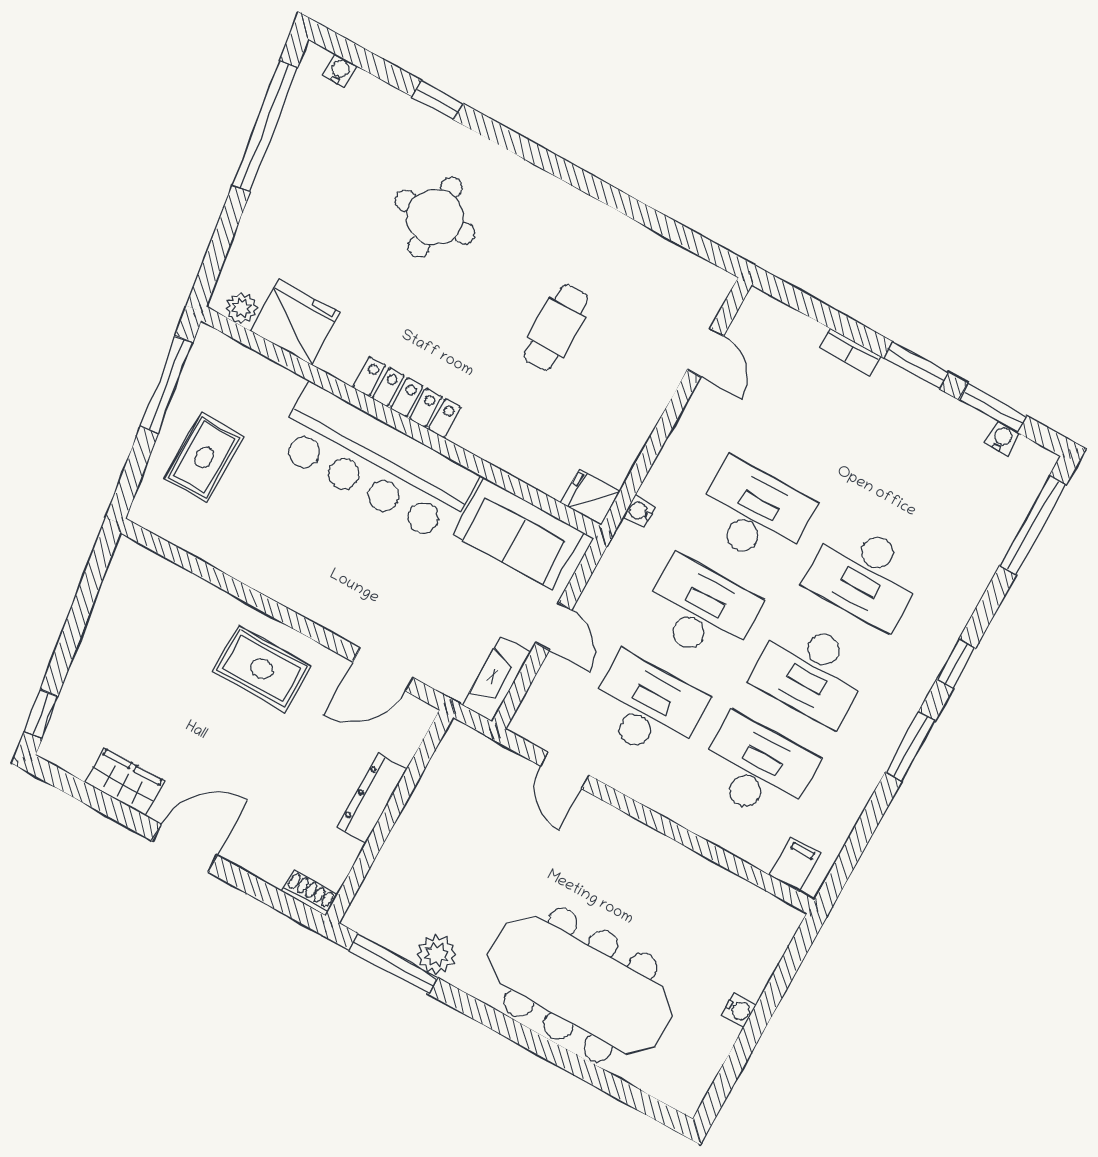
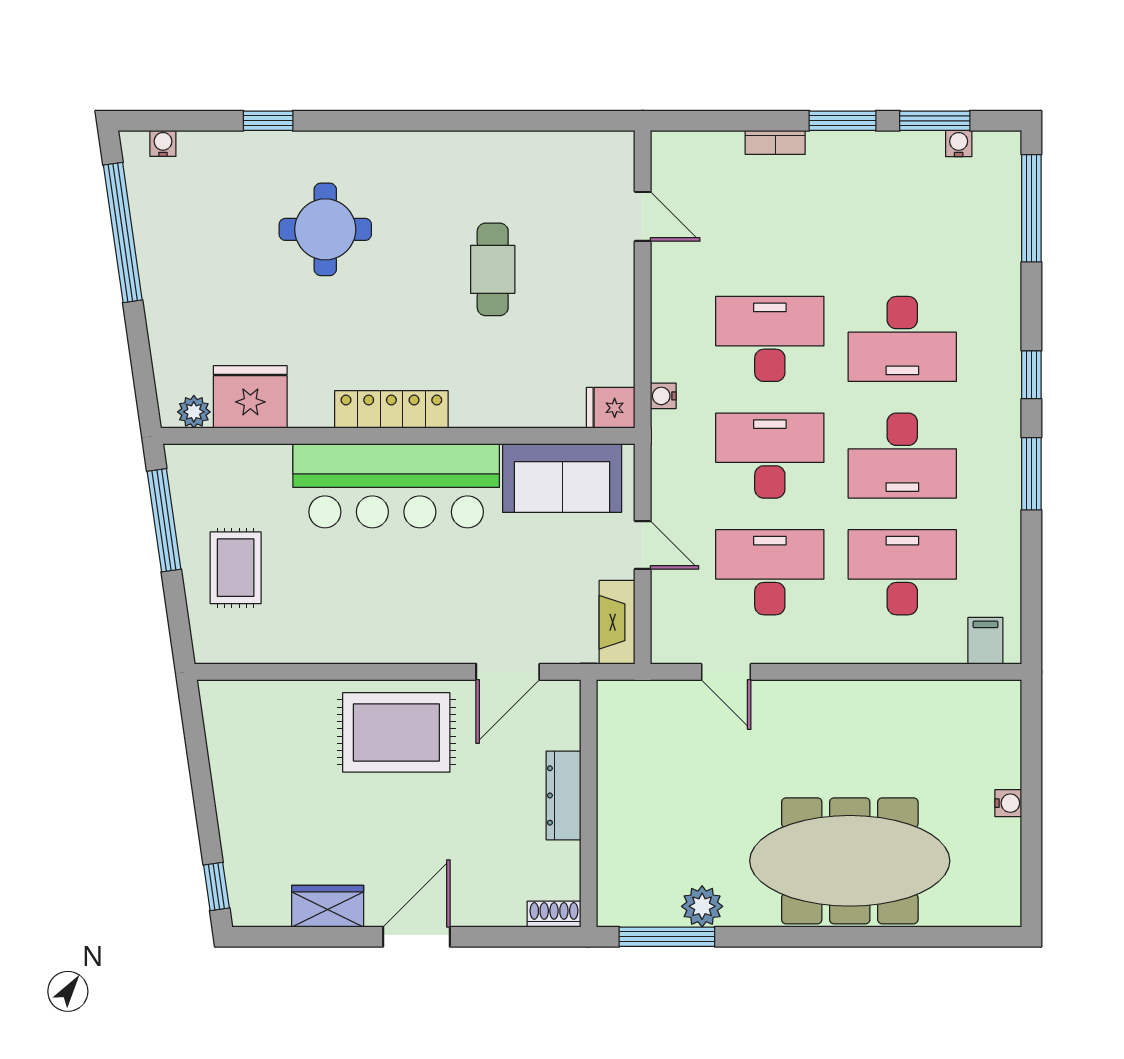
rug: (262, 669) -> (396, 732), width x1.36, depth x1.43

